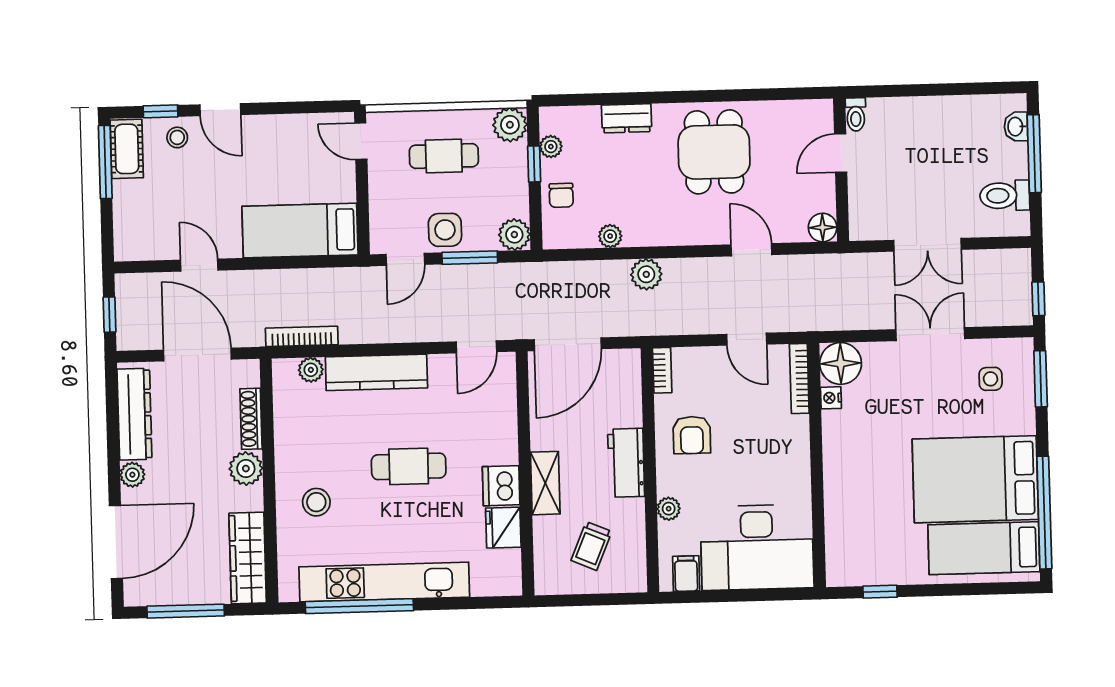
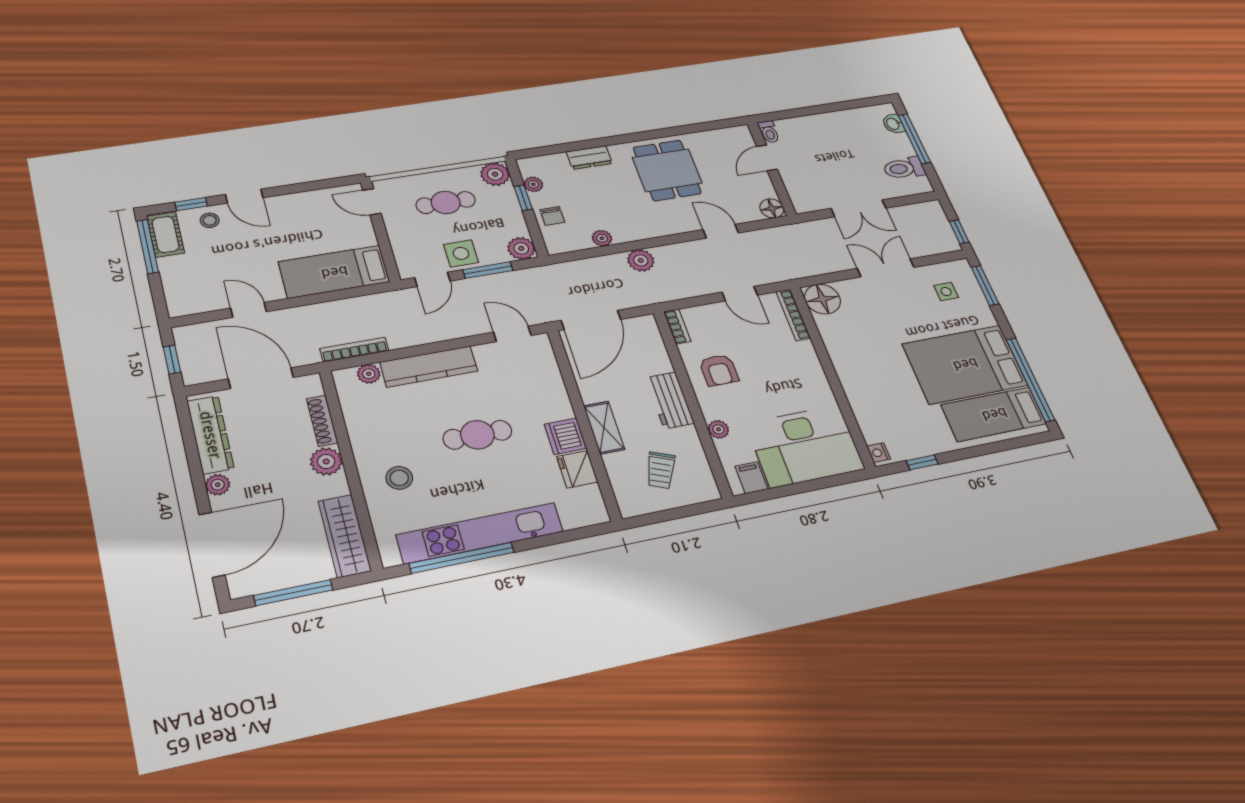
door: (476, 347) -> (512, 334), swing flipped
nightstand: (831, 398) -> (879, 453), moved

